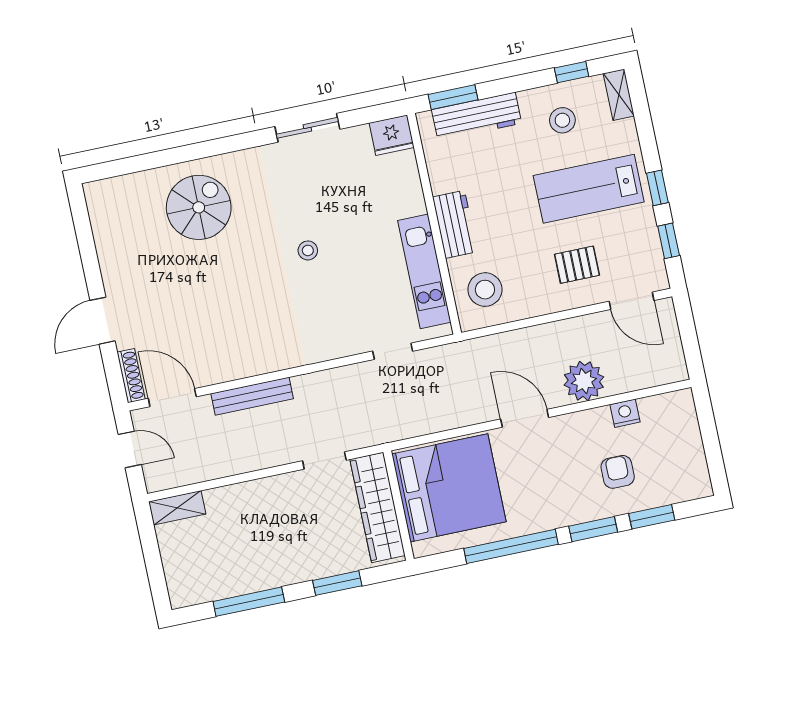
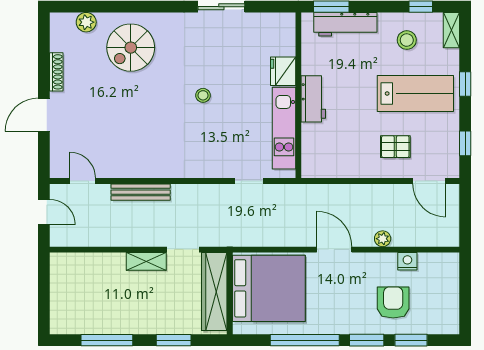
fridge: (392, 135) -> (283, 71), moved, turned 90
plant: (133, 186) -> (86, 22), added
window: (657, 188) -> (465, 84), moved
lab bench: (589, 189) -> (415, 94), turned 180
spiral stairs: (199, 207) -> (131, 48), turned 180
stool: (485, 290) -> (325, 151), removed
shoe rack: (131, 376) -> (56, 72), moved
plant: (584, 381) -> (383, 239), width x0.53, depth x0.53
door: (172, 398) -> (83, 181), width x0.73
armchair: (618, 472) -> (393, 302), width x1.38, depth x1.38
shelving: (177, 508) -> (146, 261), moved

